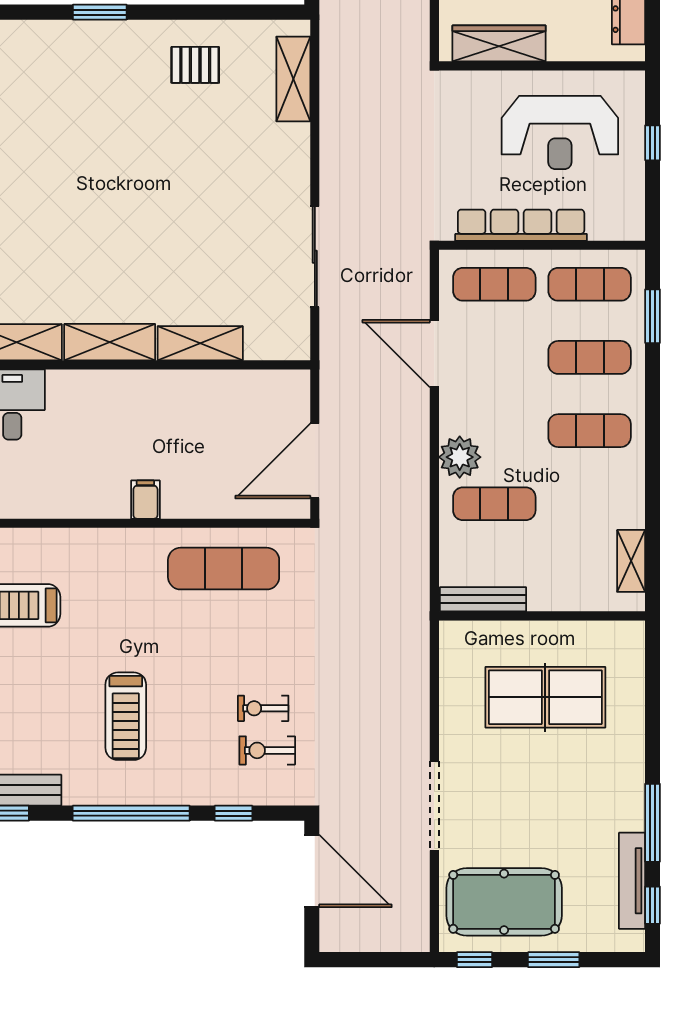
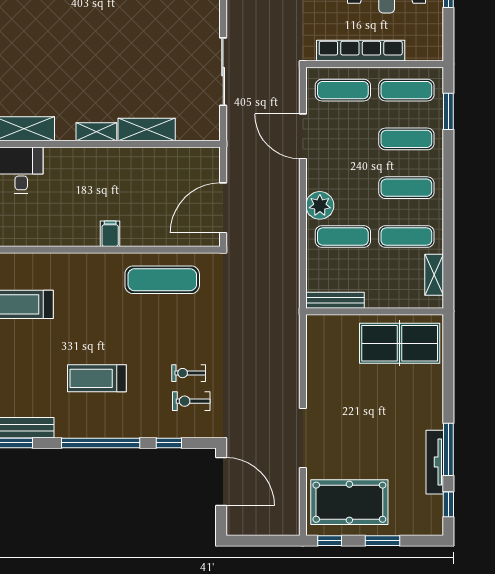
shelving: (110, 342) -> (96, 132), width x0.67, depth x0.75
exercise mat: (590, 504) -> (406, 237), added
table tennis table: (545, 697) -> (400, 343), moved
treadmill: (126, 716) -> (97, 378), turned 90
tv unit: (632, 881) -> (435, 462), moved

